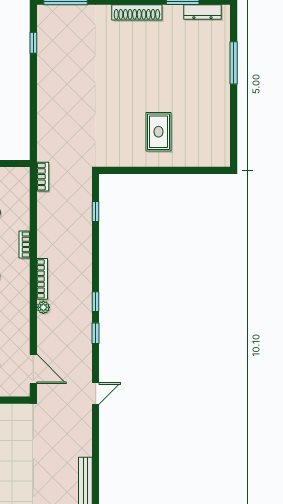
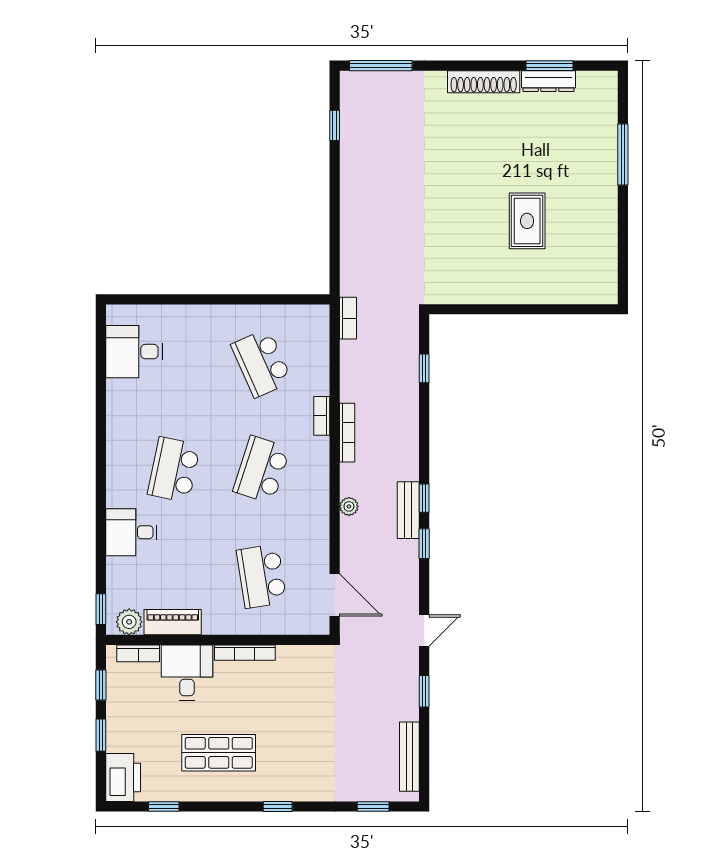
dresser: (202, 12) -> (548, 81), moved
rug: (159, 132) -> (527, 221), moved
bookcase: (42, 279) -> (347, 433), moved
bench: (85, 310) -> (408, 510), added
window: (96, 436) -> (424, 691), added

